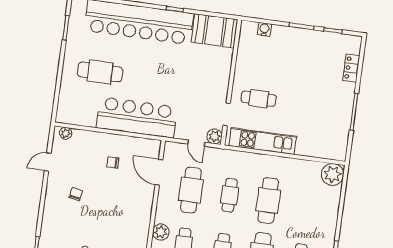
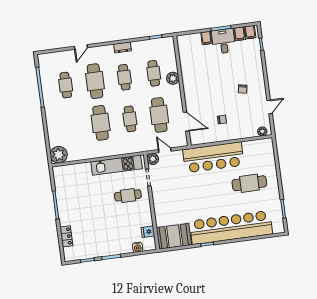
fridge: (246, 46) -> (148, 232), added

